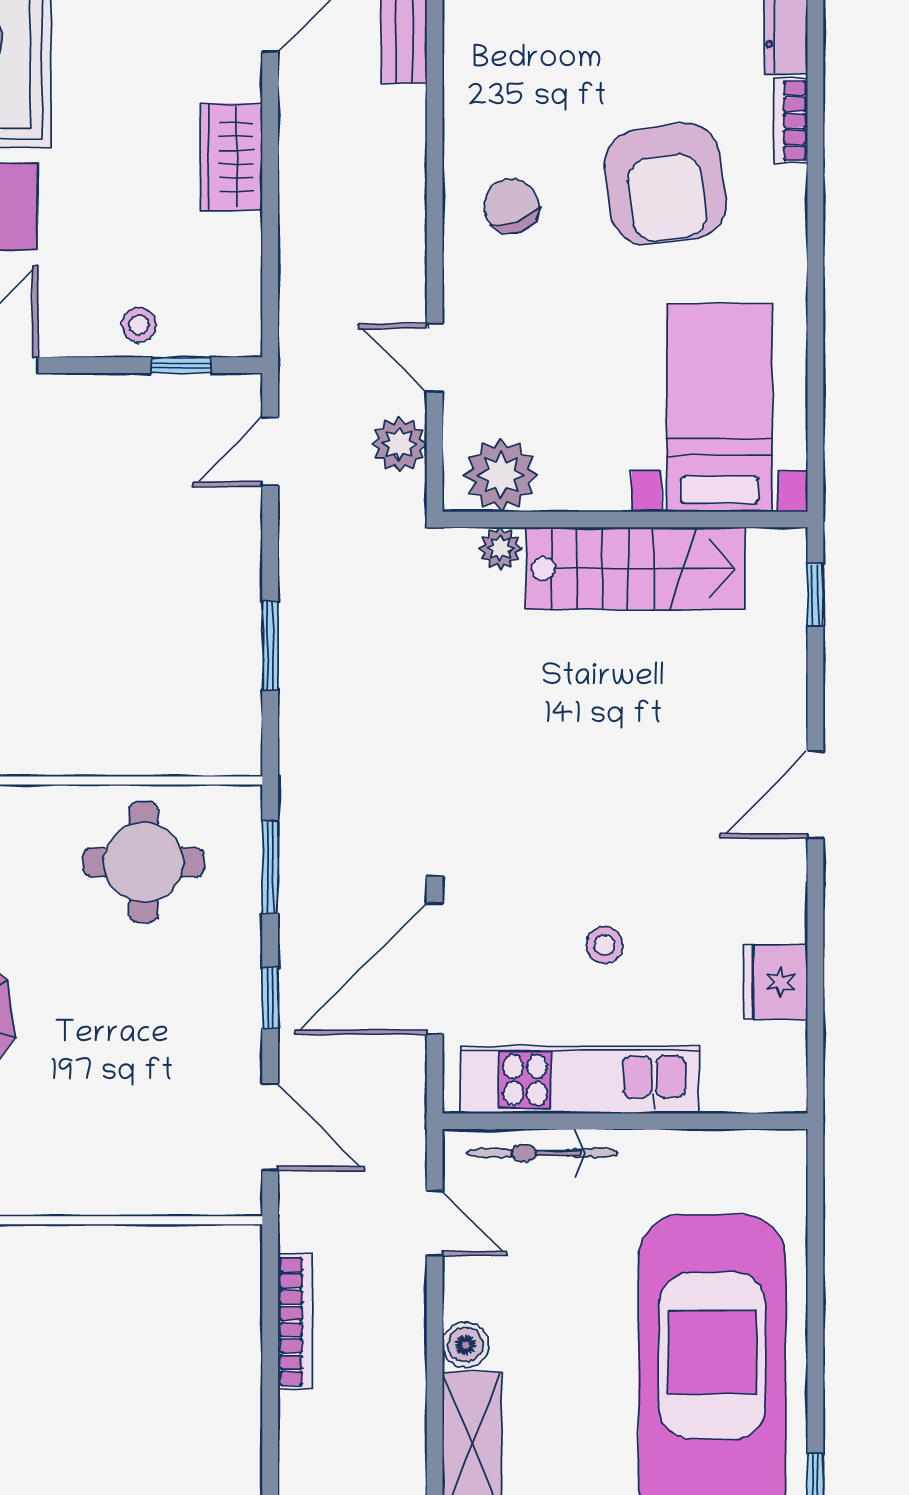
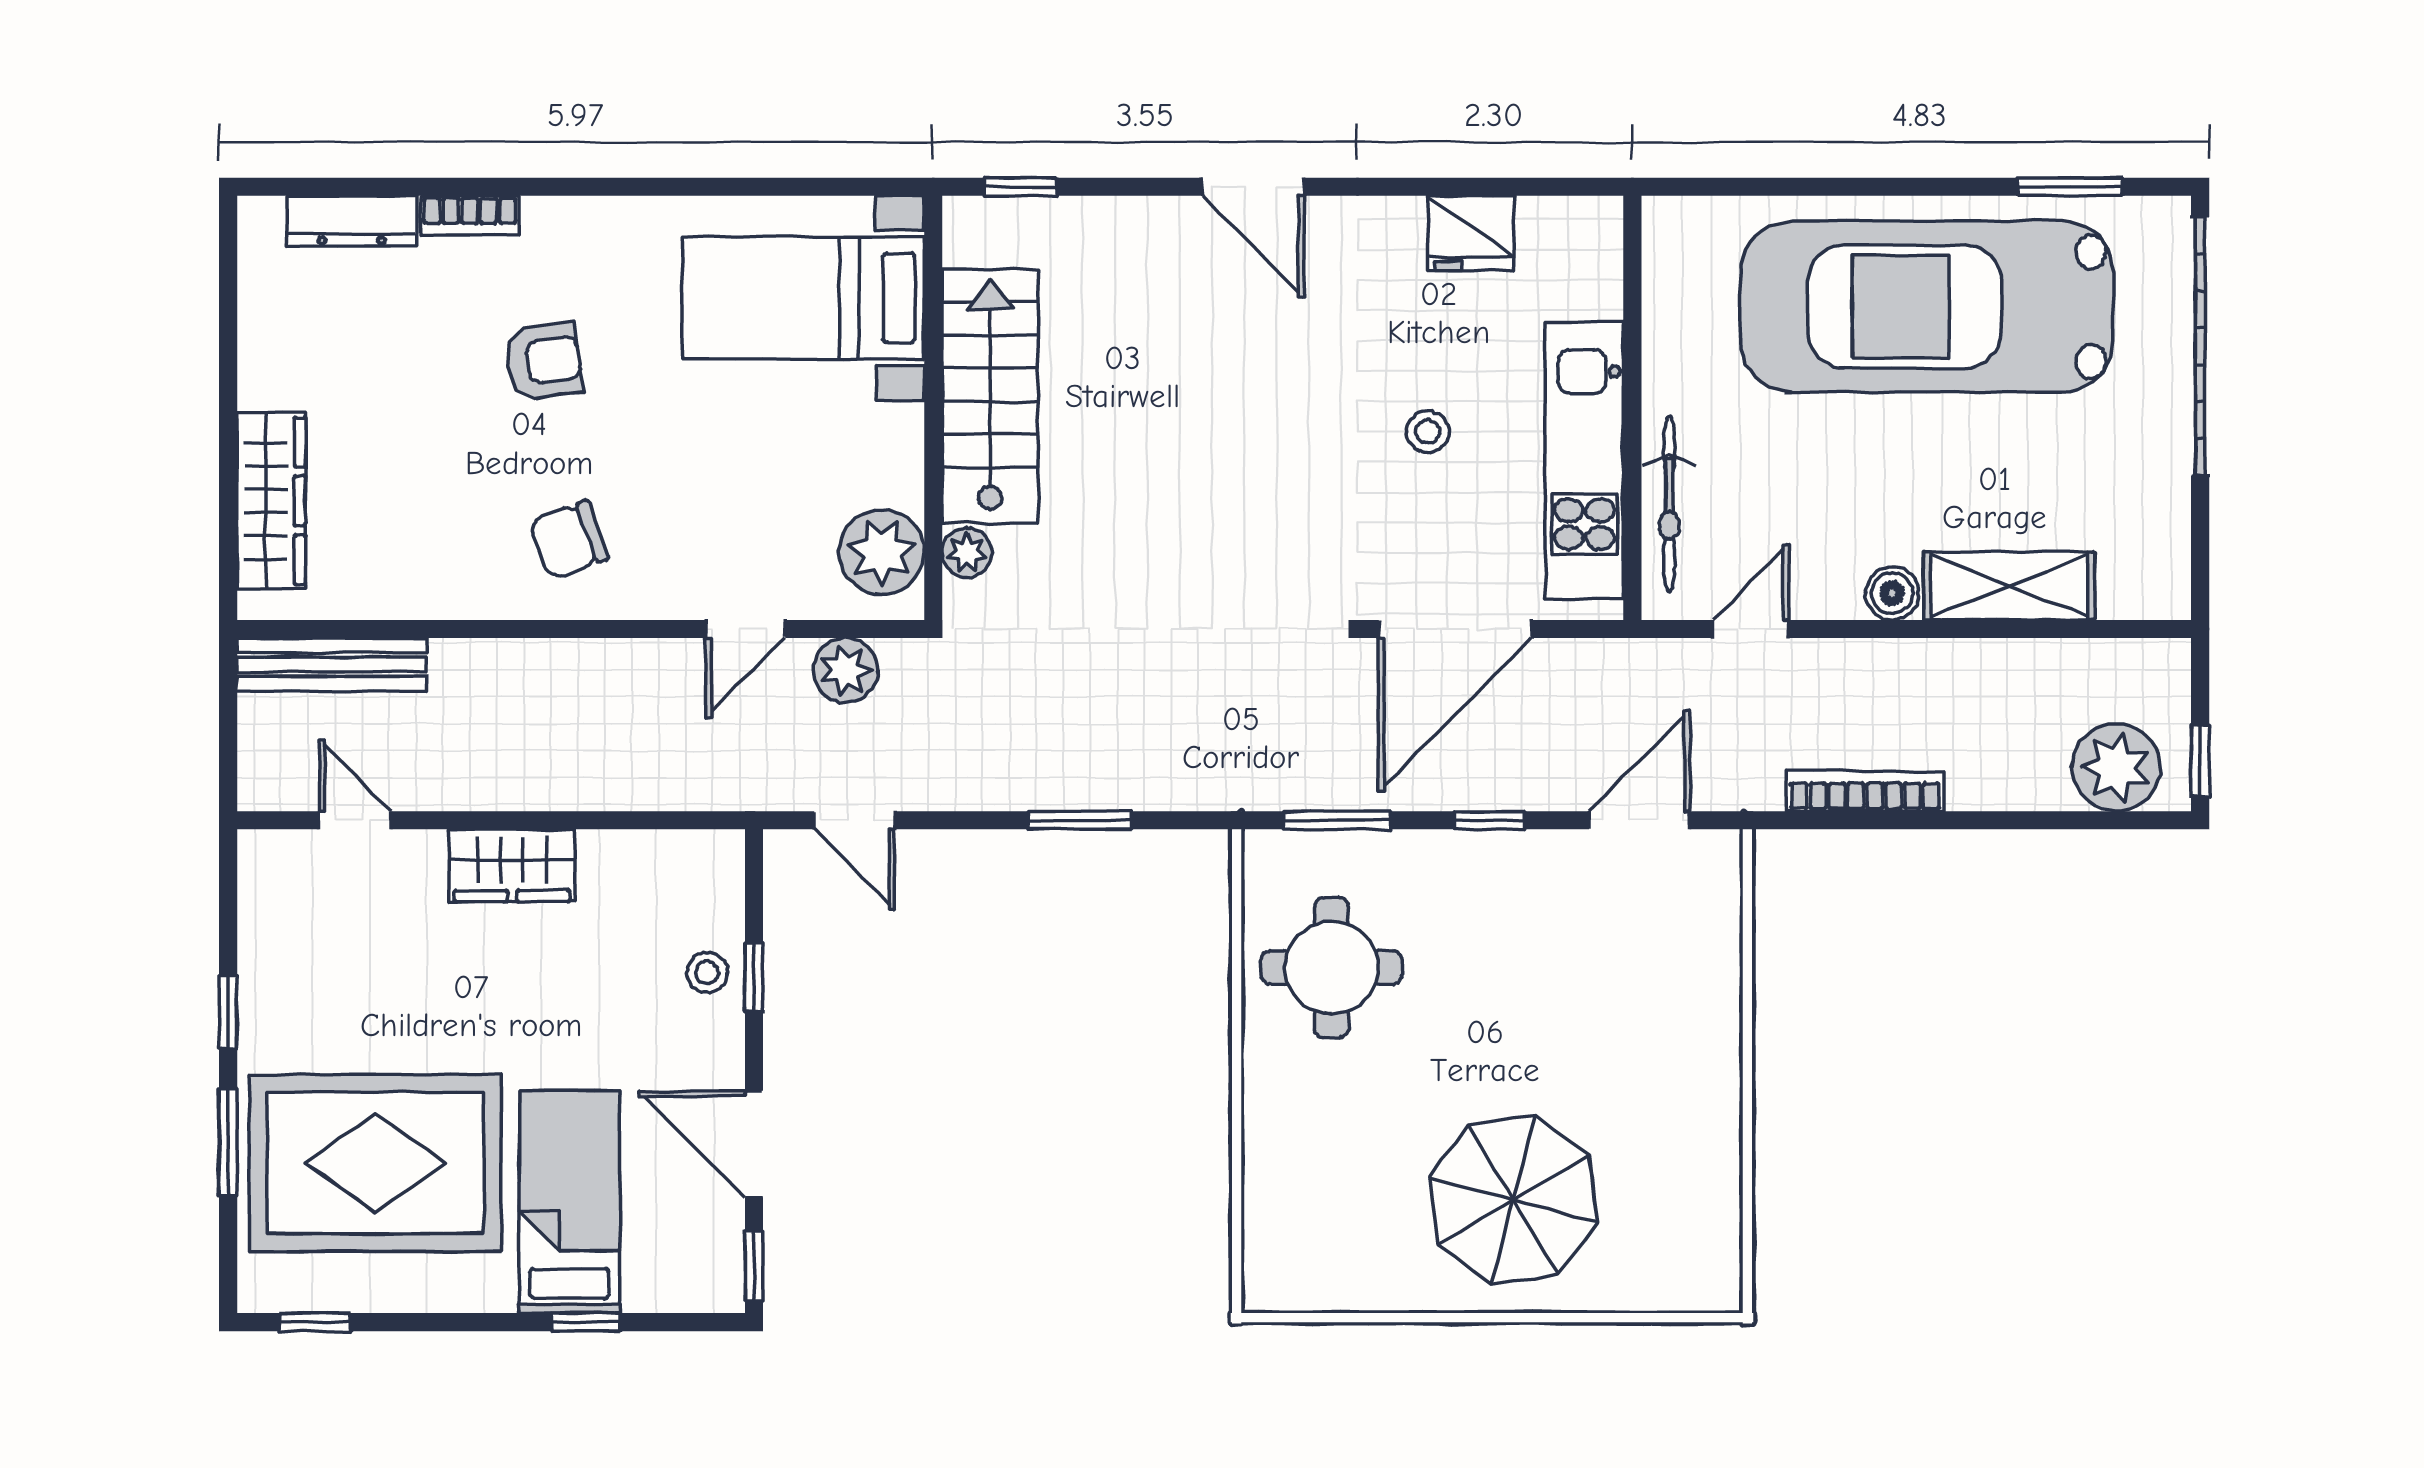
armchair: (665, 184) -> (544, 361), width x0.53, depth x0.53
window: (181, 365) -> (754, 977), moved
door: (435, 969) -> (1455, 629), hinge flipped

